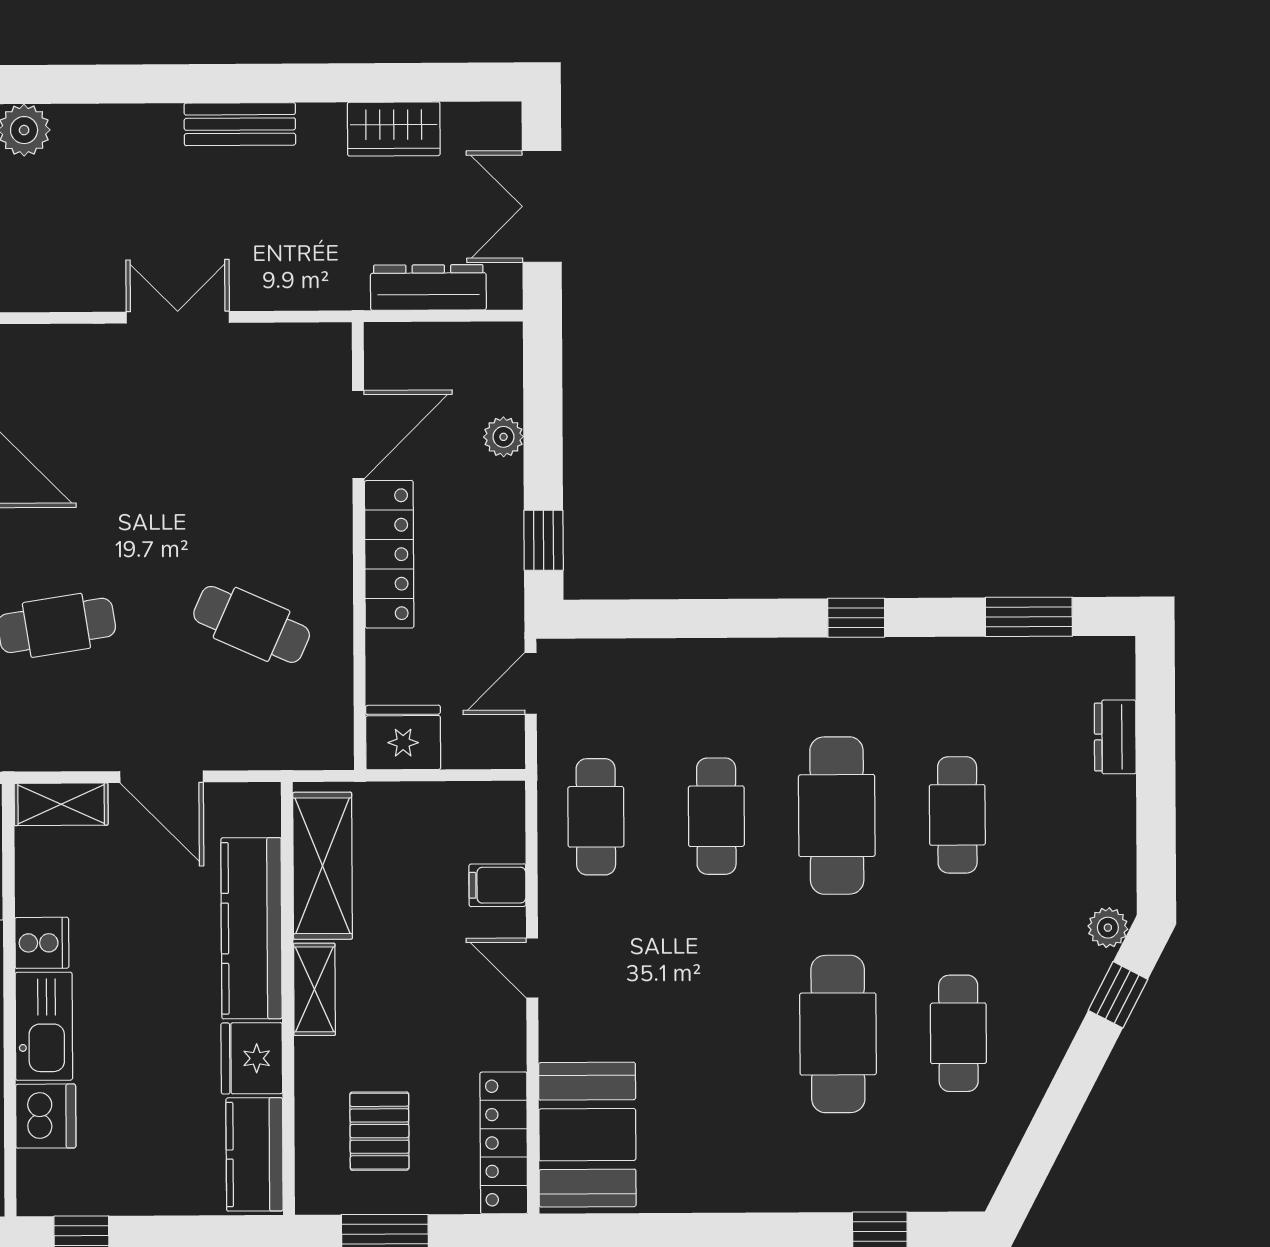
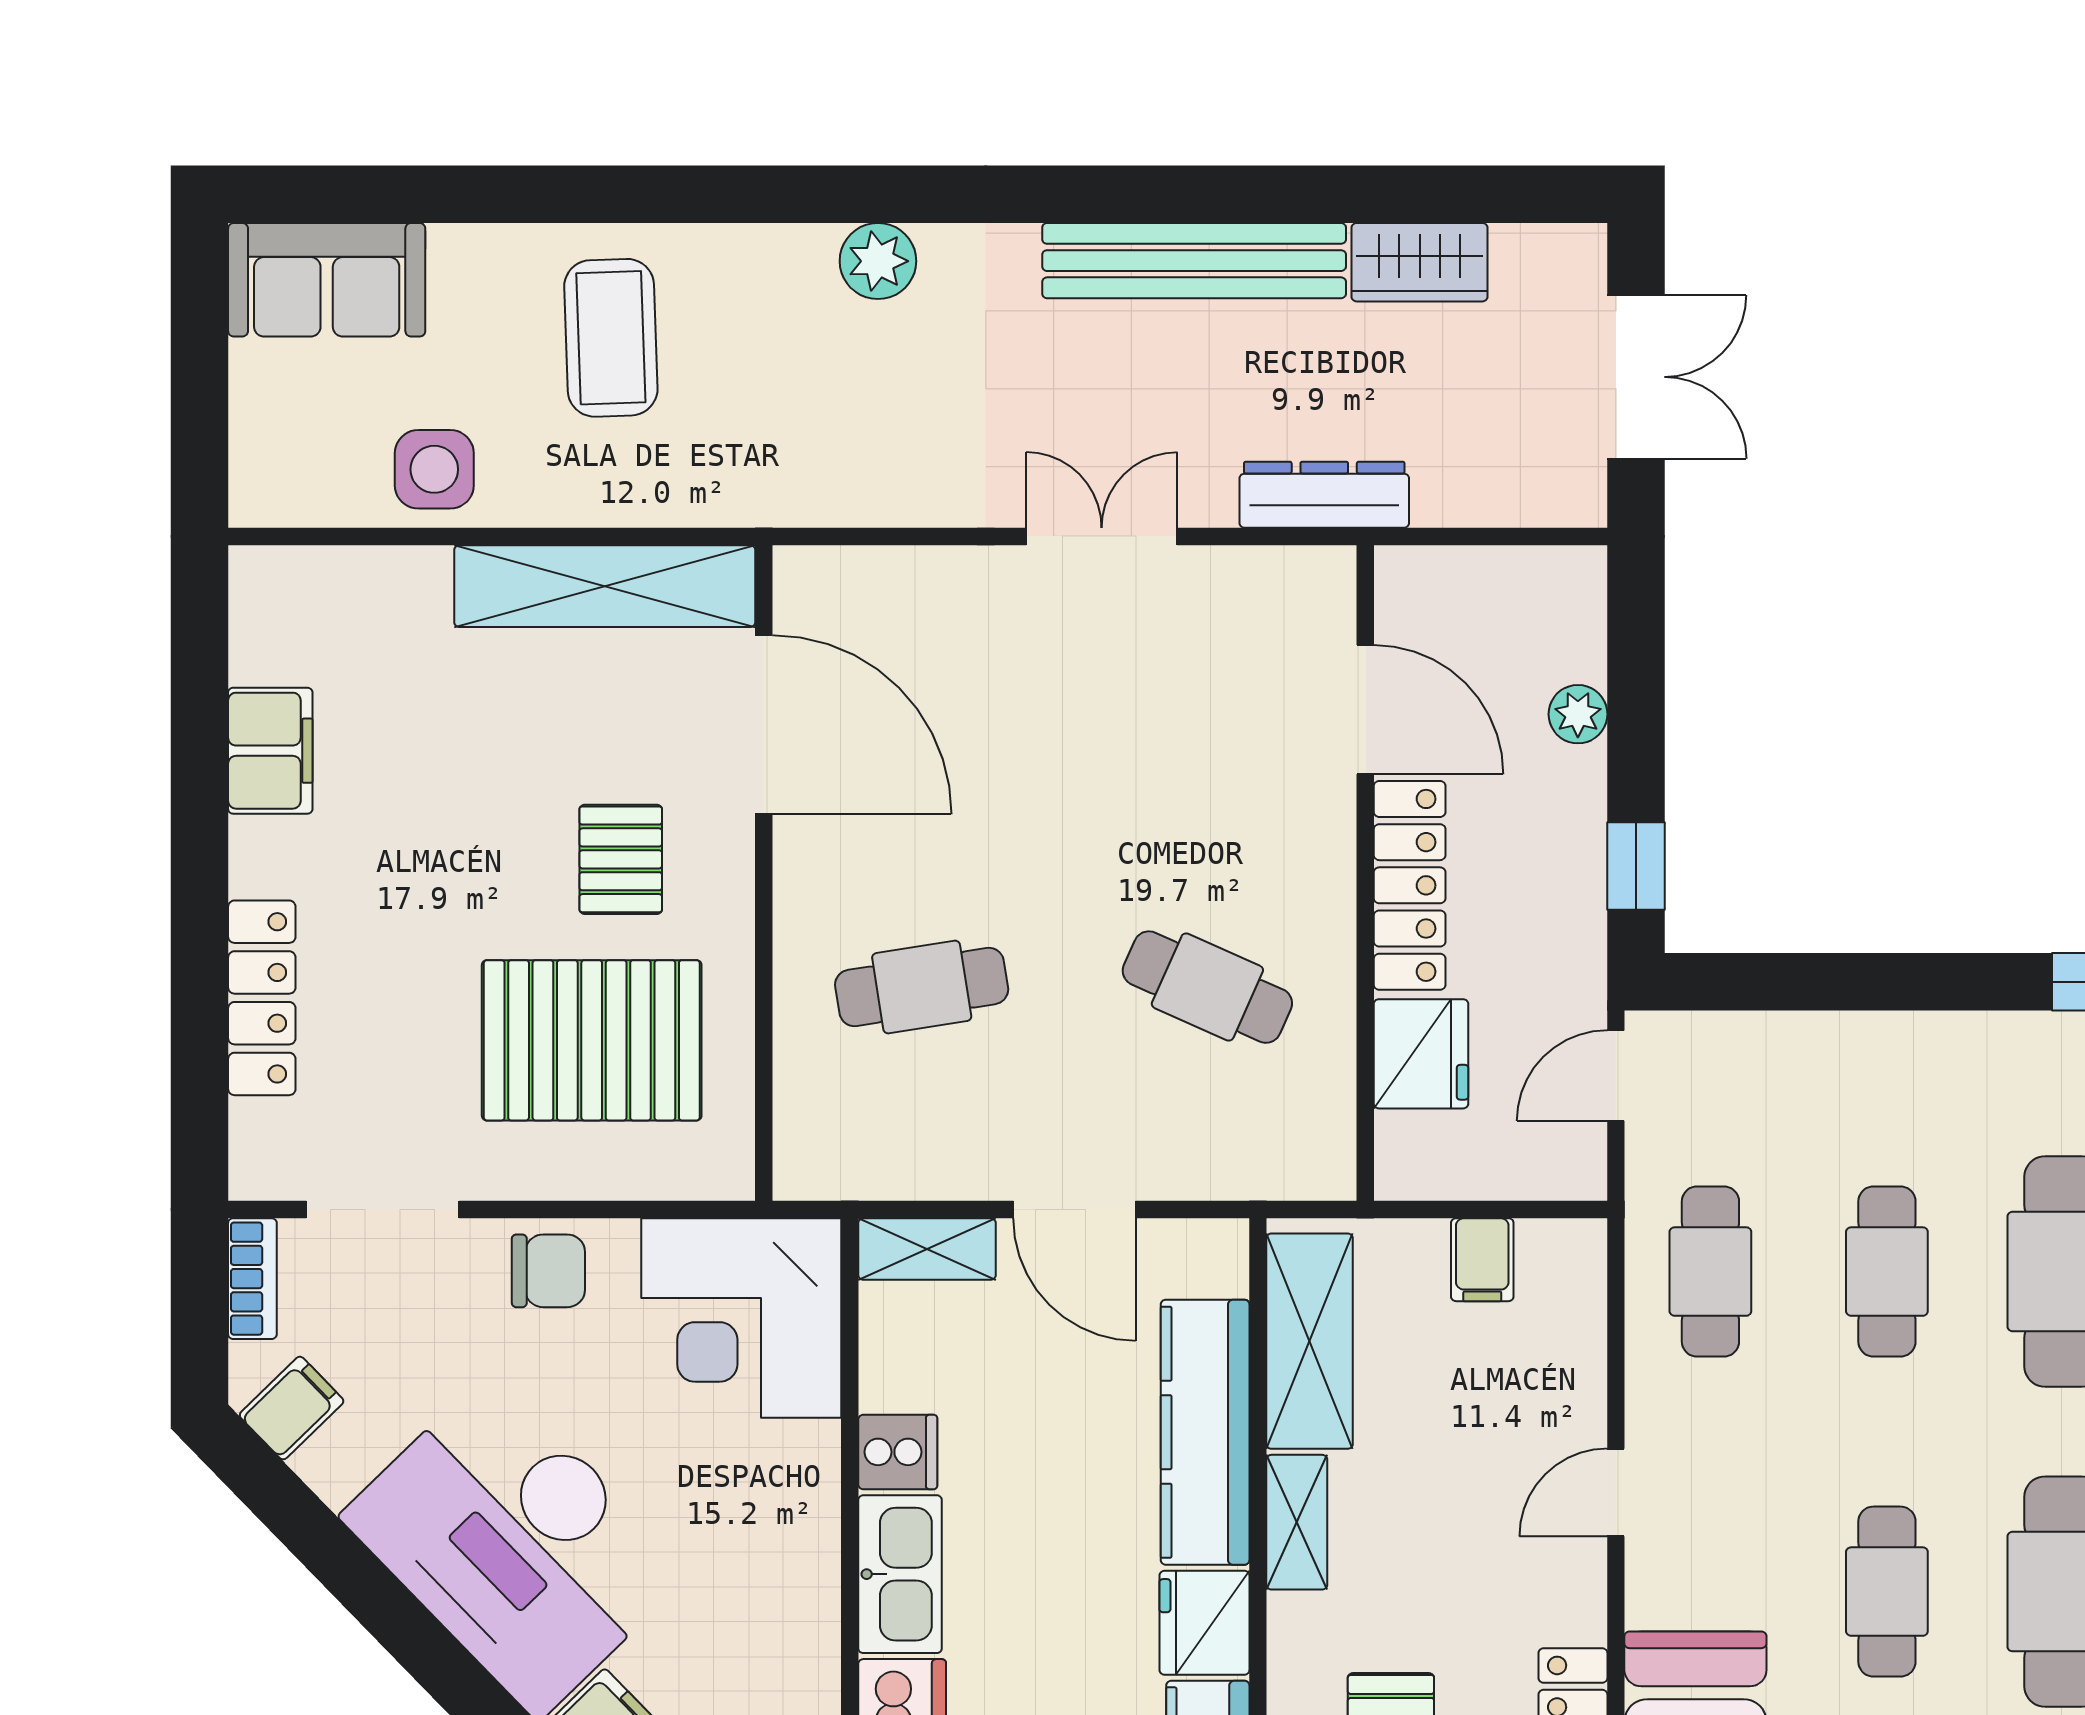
bench: (240, 124) -> (1194, 261), width x1.86, depth x1.21
double door: (542, 206) -> (1636, 377), swing flipped
dresser: (428, 287) -> (1324, 495), moved
door: (358, 434) -> (1365, 710), hinge flipped
fridge: (403, 737) -> (1421, 1054), moved, turned 90
filing cabinet: (497, 885) -> (1482, 1260), moved, turned -90
door: (532, 968) -> (1616, 1493), hinge flipped
cafe table: (717, 1035) -> (1887, 1592), added

